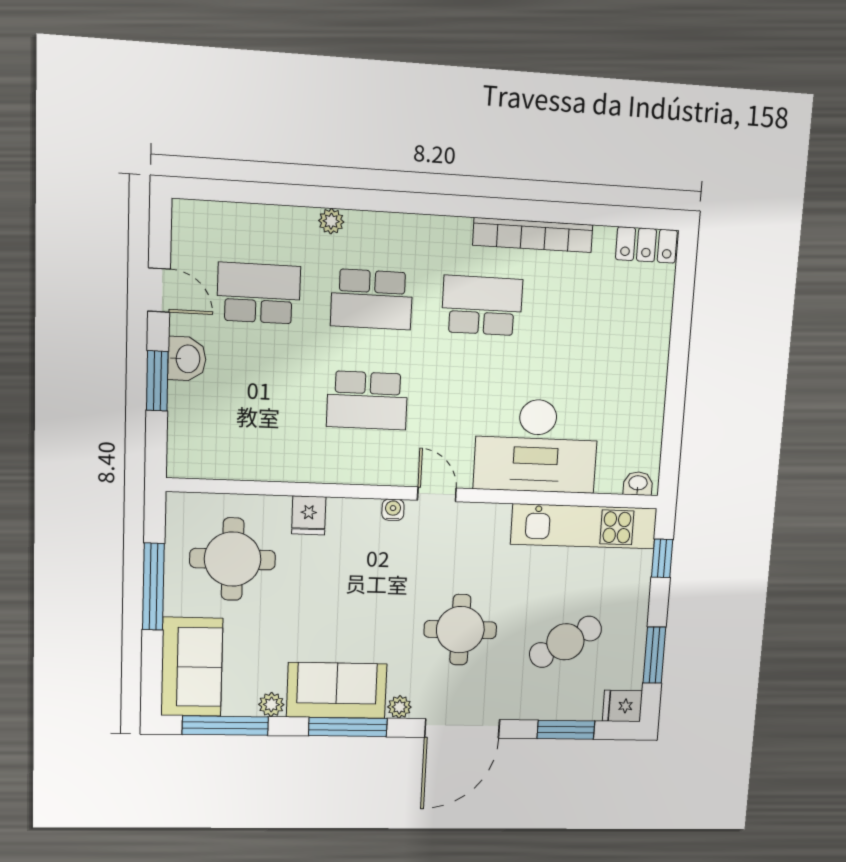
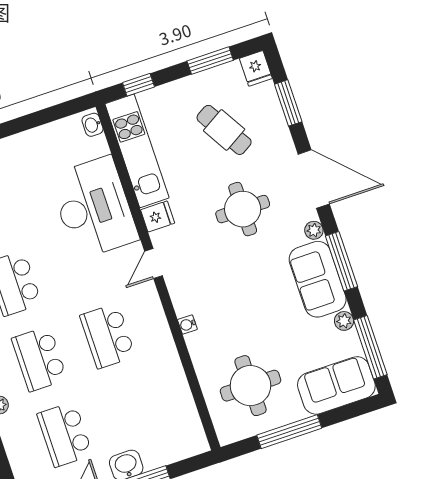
school desk: (372, 299) -> (39, 359), turned 180
school desk: (367, 400) -> (108, 336), turned 180
water cooler: (393, 510) -> (187, 325), moved
fridge: (309, 515) -> (158, 216), moved

